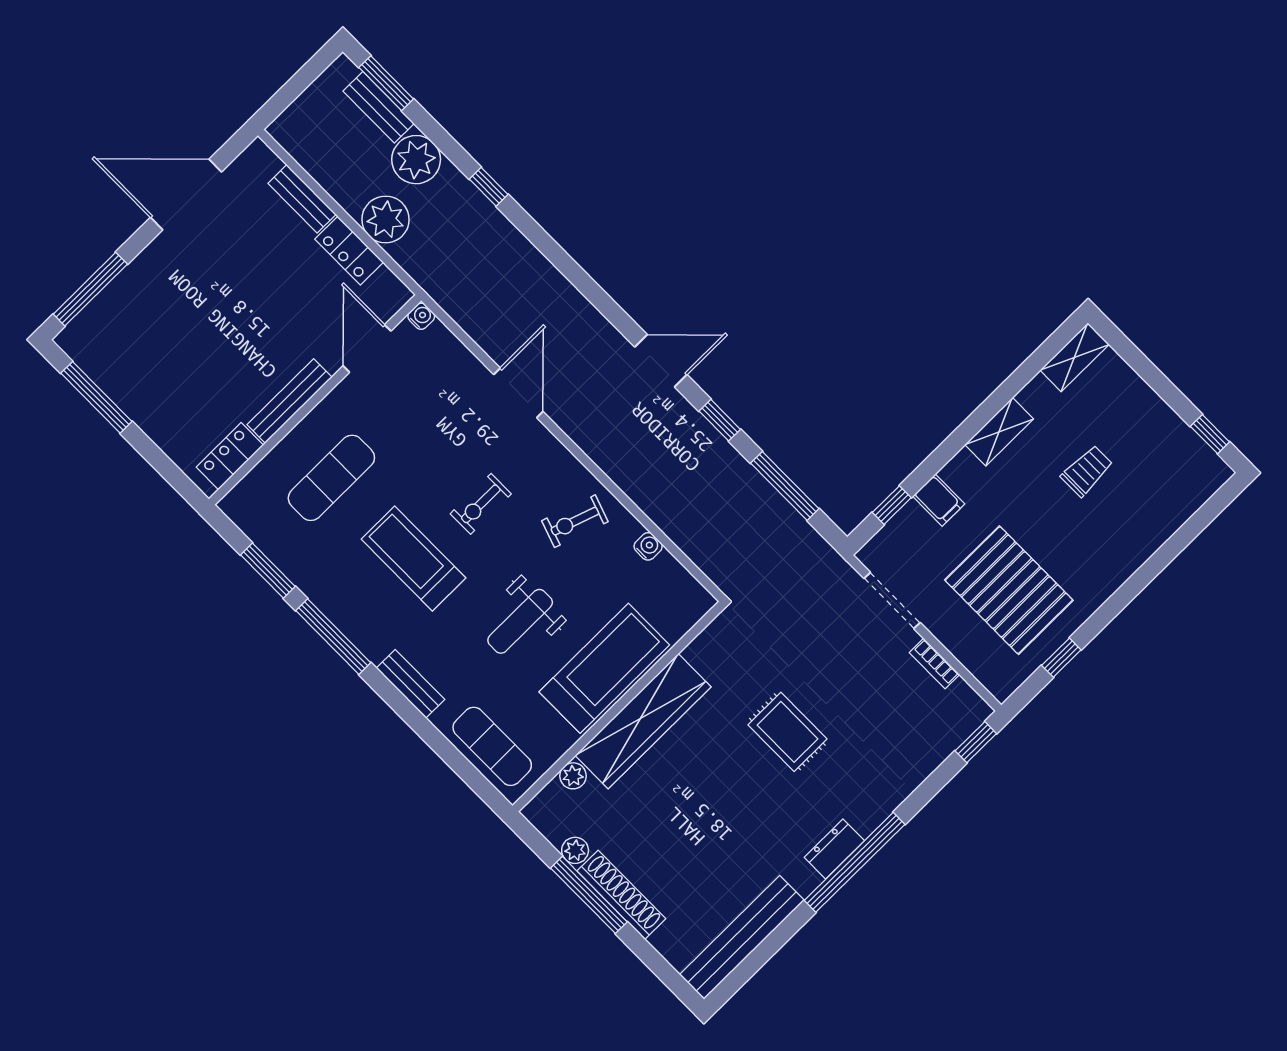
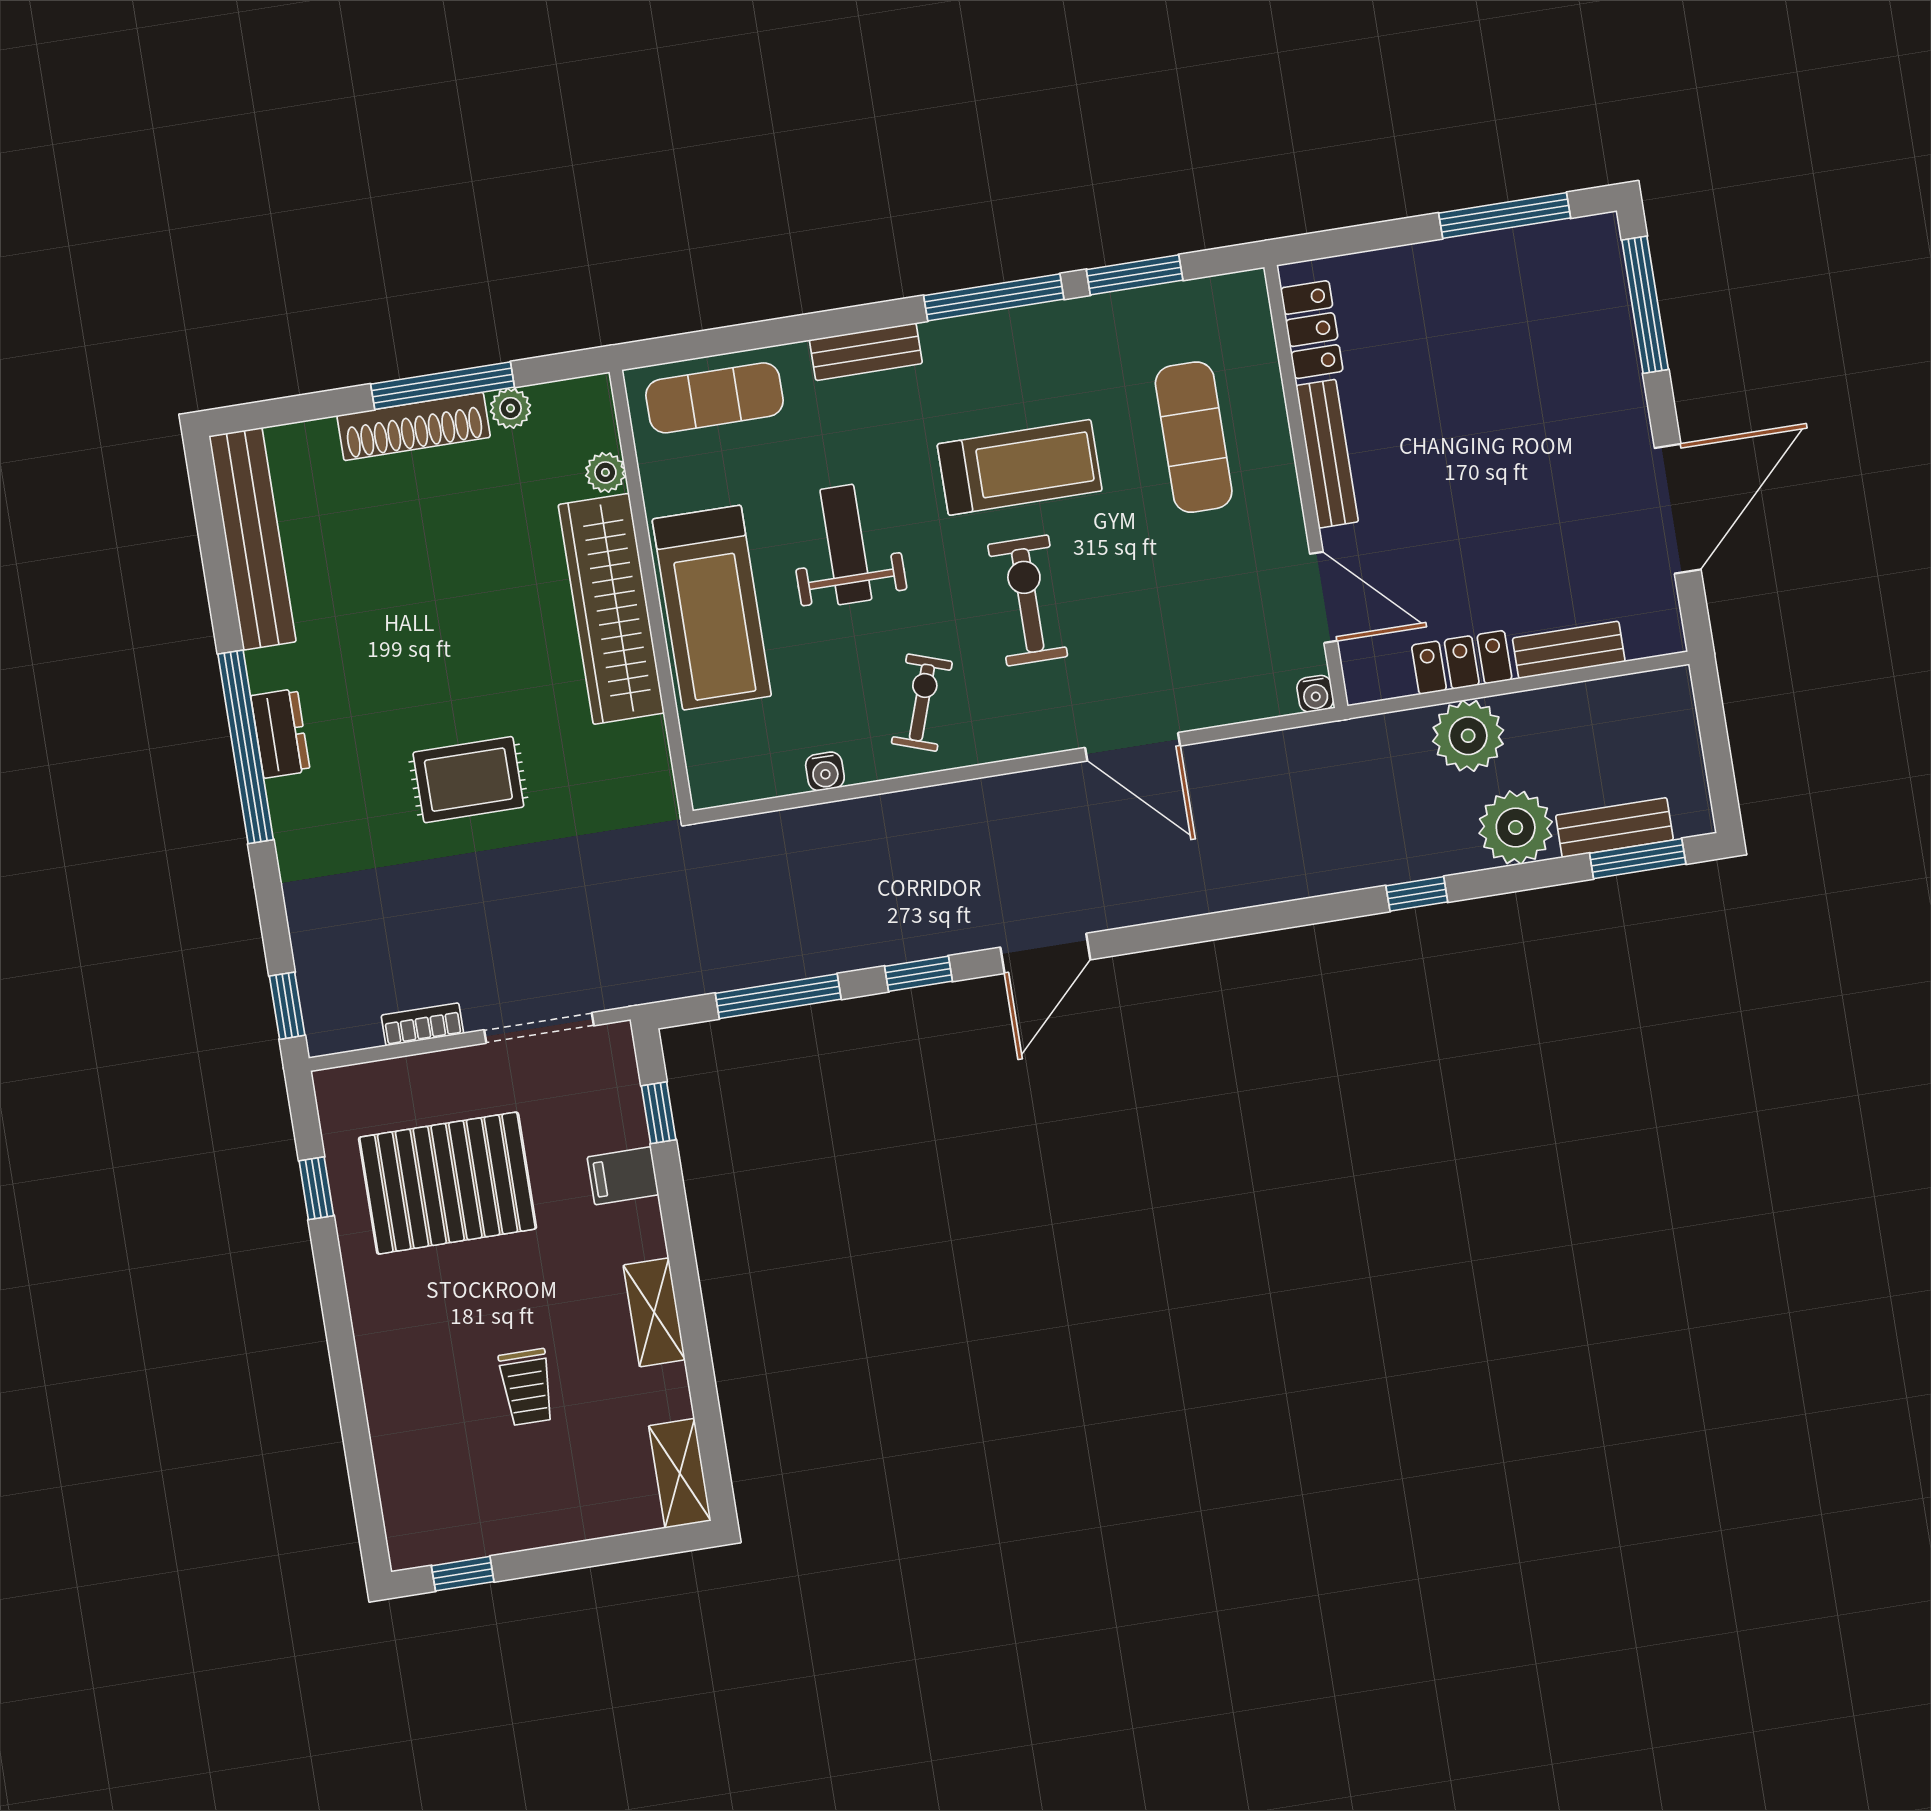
exercise bike: (481, 504) -> (1028, 600), width x1.38, depth x1.39

